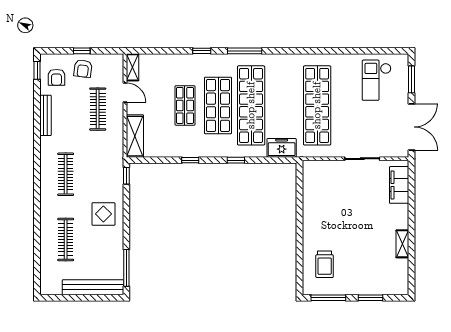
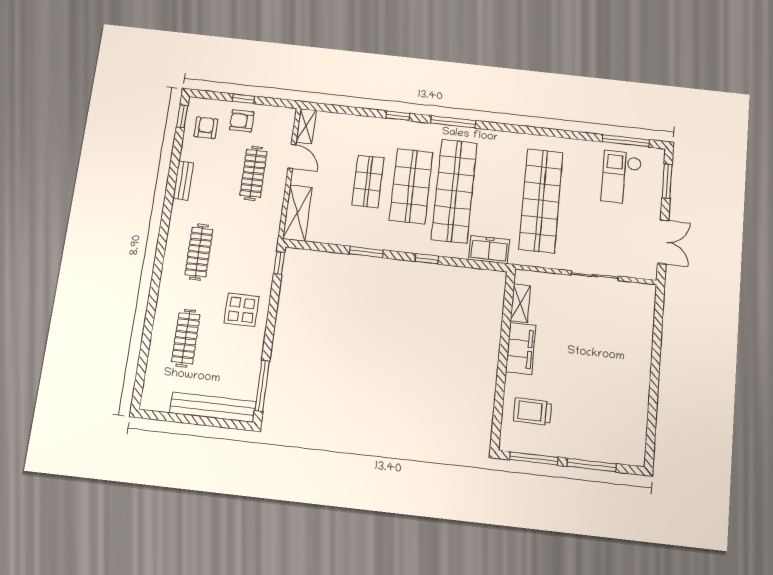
window: (378, 51) -> (626, 141), added
armchair: (83, 69) -> (242, 121), turned 83
armchair: (56, 77) -> (206, 128), turned 180
bench: (46, 115) -> (183, 181), width x0.73
double door: (412, 127) -> (663, 242), width x0.73
window: (190, 160) -> (366, 252), width x1.50
filing cabinet: (399, 185) -> (521, 348), moved, turned 180
shelving: (402, 244) -> (520, 303), moved
trolley: (325, 264) -> (533, 411), turned 90
window: (370, 298) -> (592, 465), width x1.44

